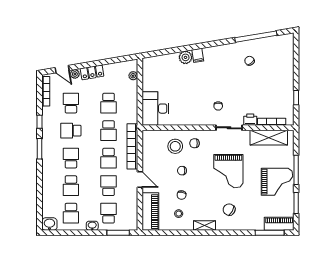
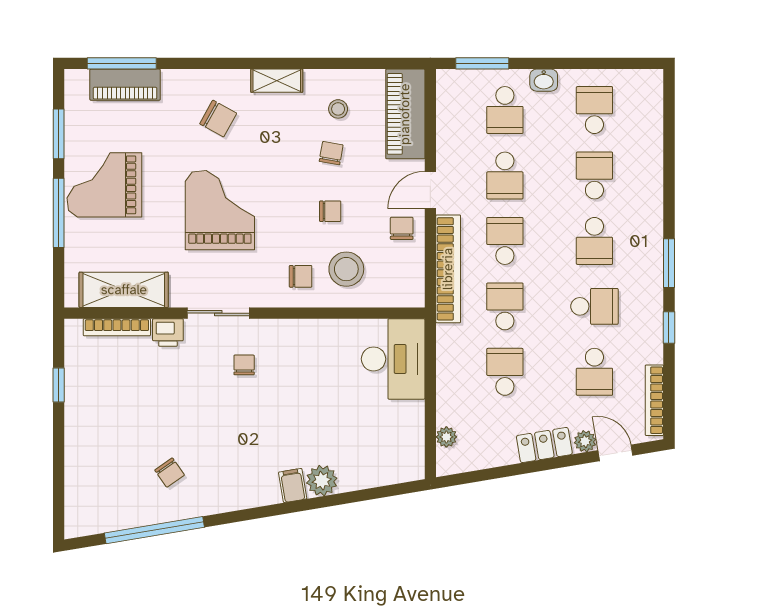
chair: (152, 163) -> (402, 228), added
door: (140, 180) -> (430, 190), hinge flipped
washbasin: (49, 224) -> (646, 84), removed
piano: (279, 224) -> (125, 85), moved

